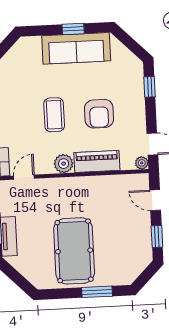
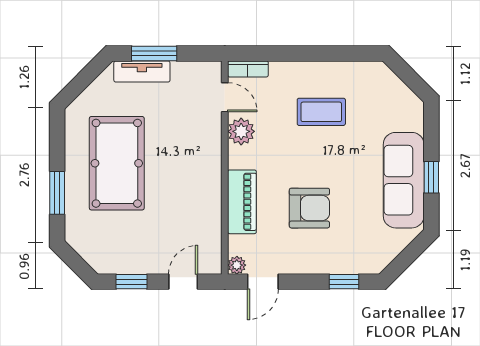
armchair: (99, 114) -> (309, 208), turned 180
coffee table: (54, 115) -> (321, 112), moved
plant: (64, 164) -> (241, 131), moved
pool table: (74, 251) -> (117, 163), turned 90

